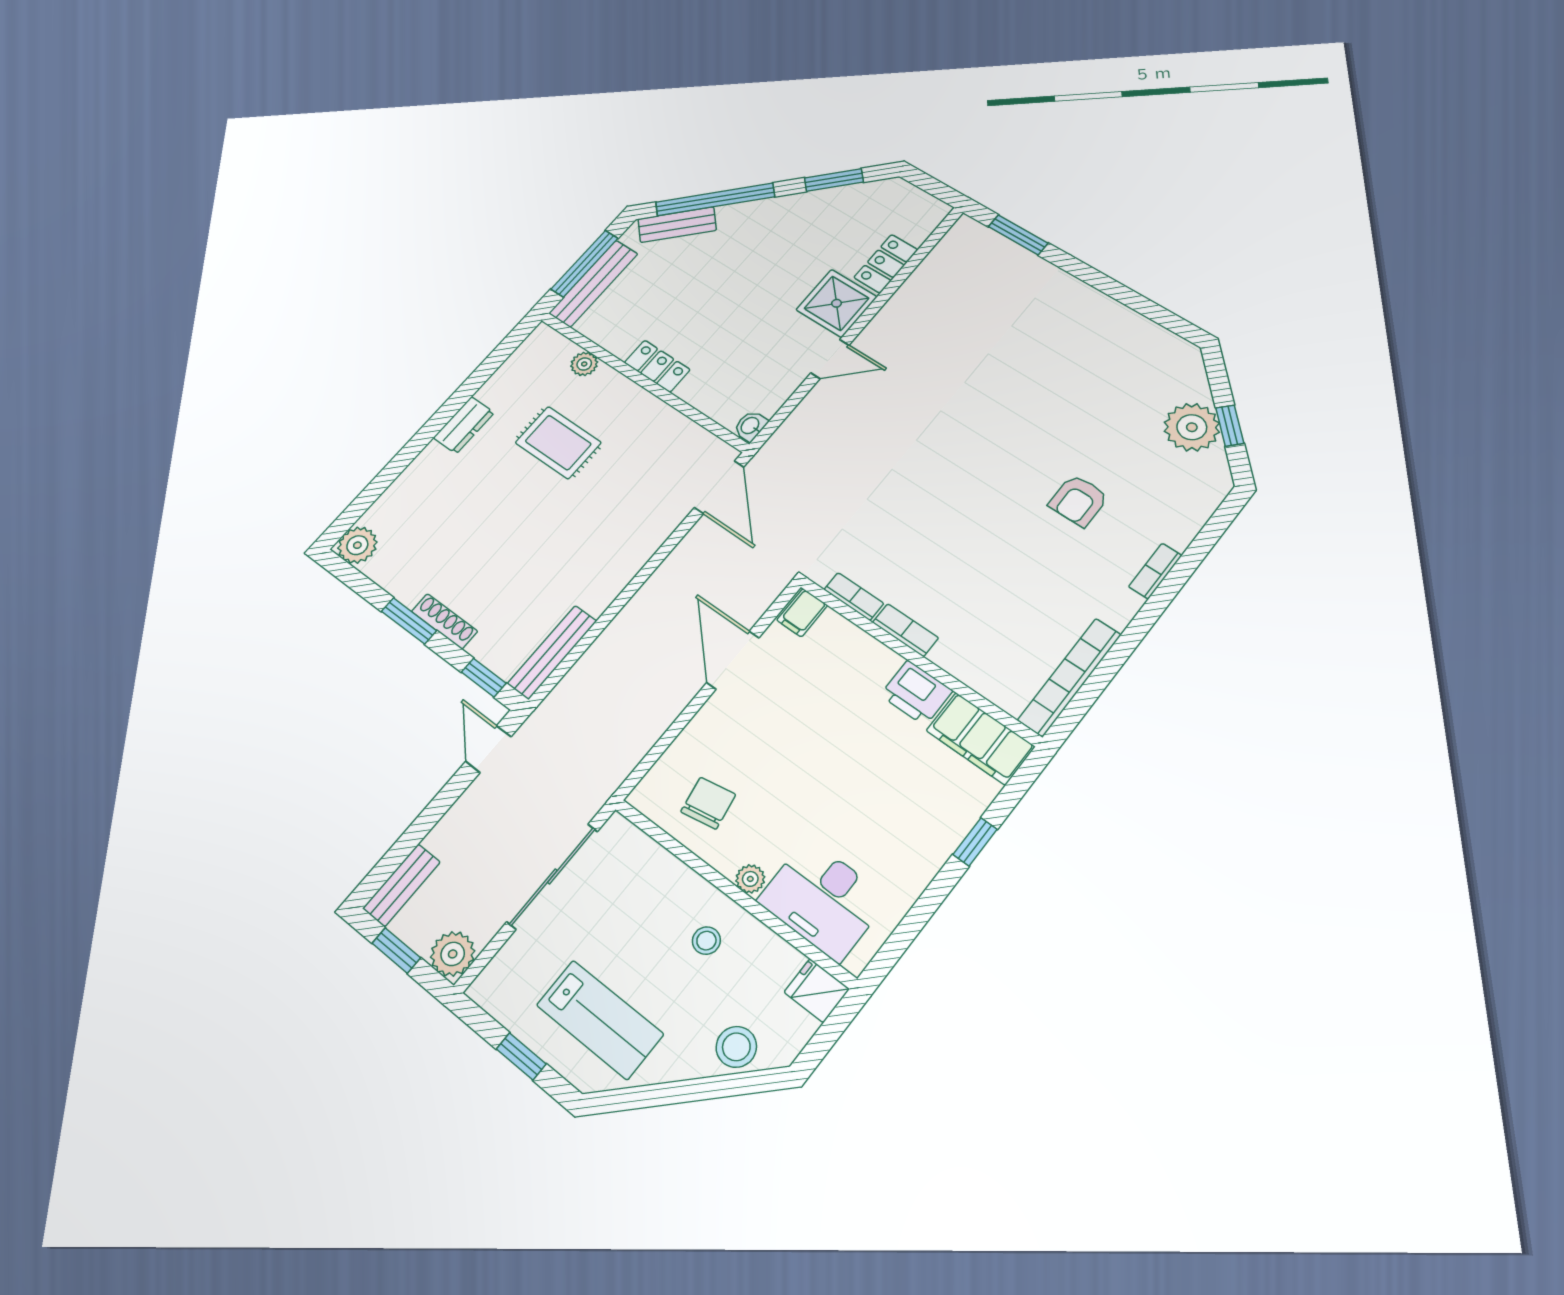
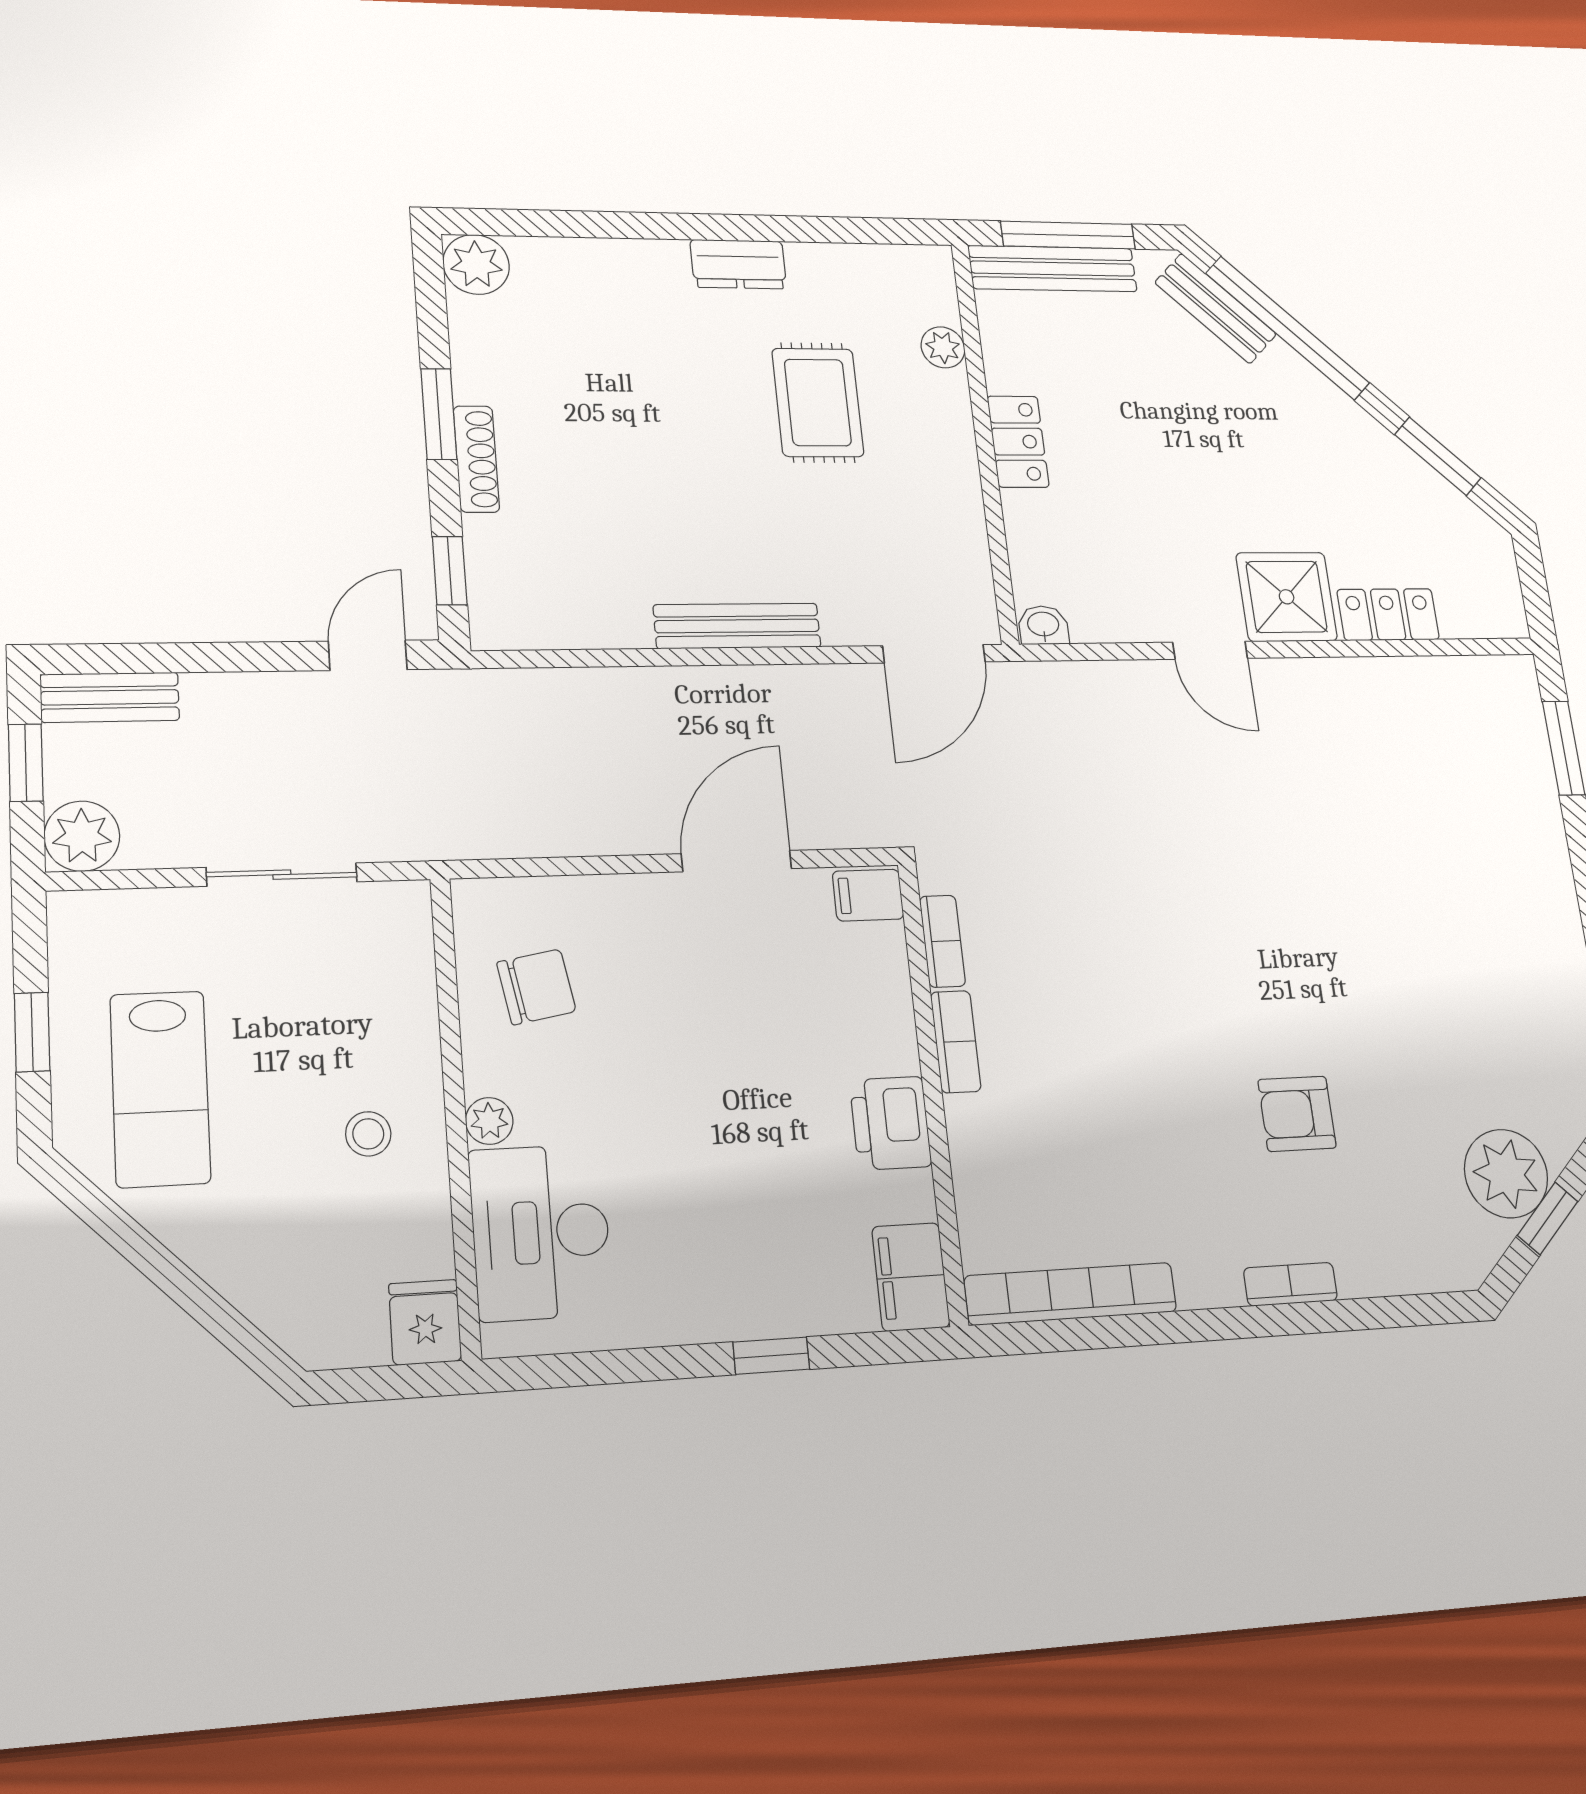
bench: (552, 652) -> (737, 626), moved
filing cabinet: (980, 739) -> (911, 1277), width x0.67, depth x0.86
sliding door: (552, 876) -> (282, 875), width x0.73
stool: (736, 1047) -> (272, 1285), removed

